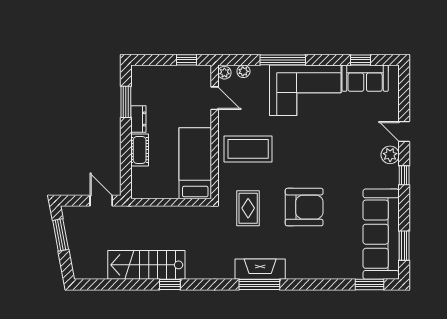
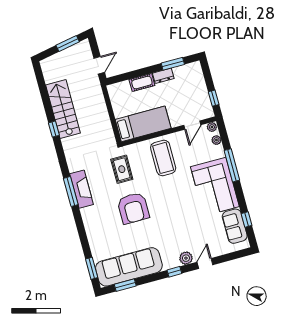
rug: (248, 208) -> (122, 169), turned 90

